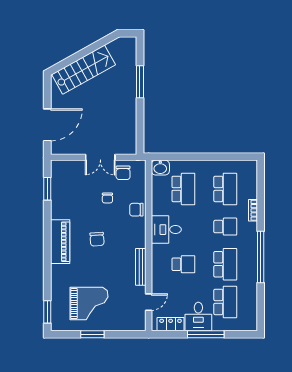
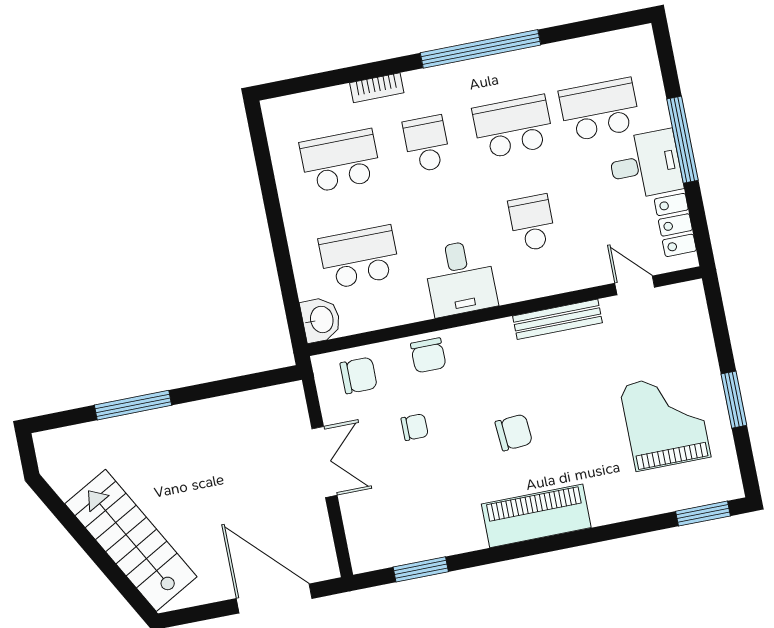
chair: (123, 173) -> (359, 375), moved

